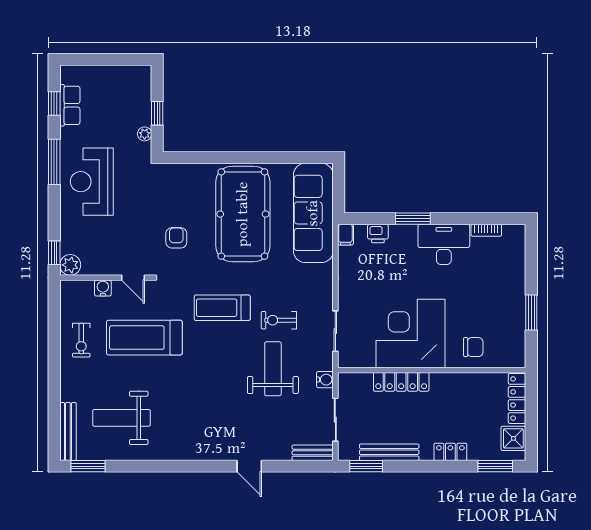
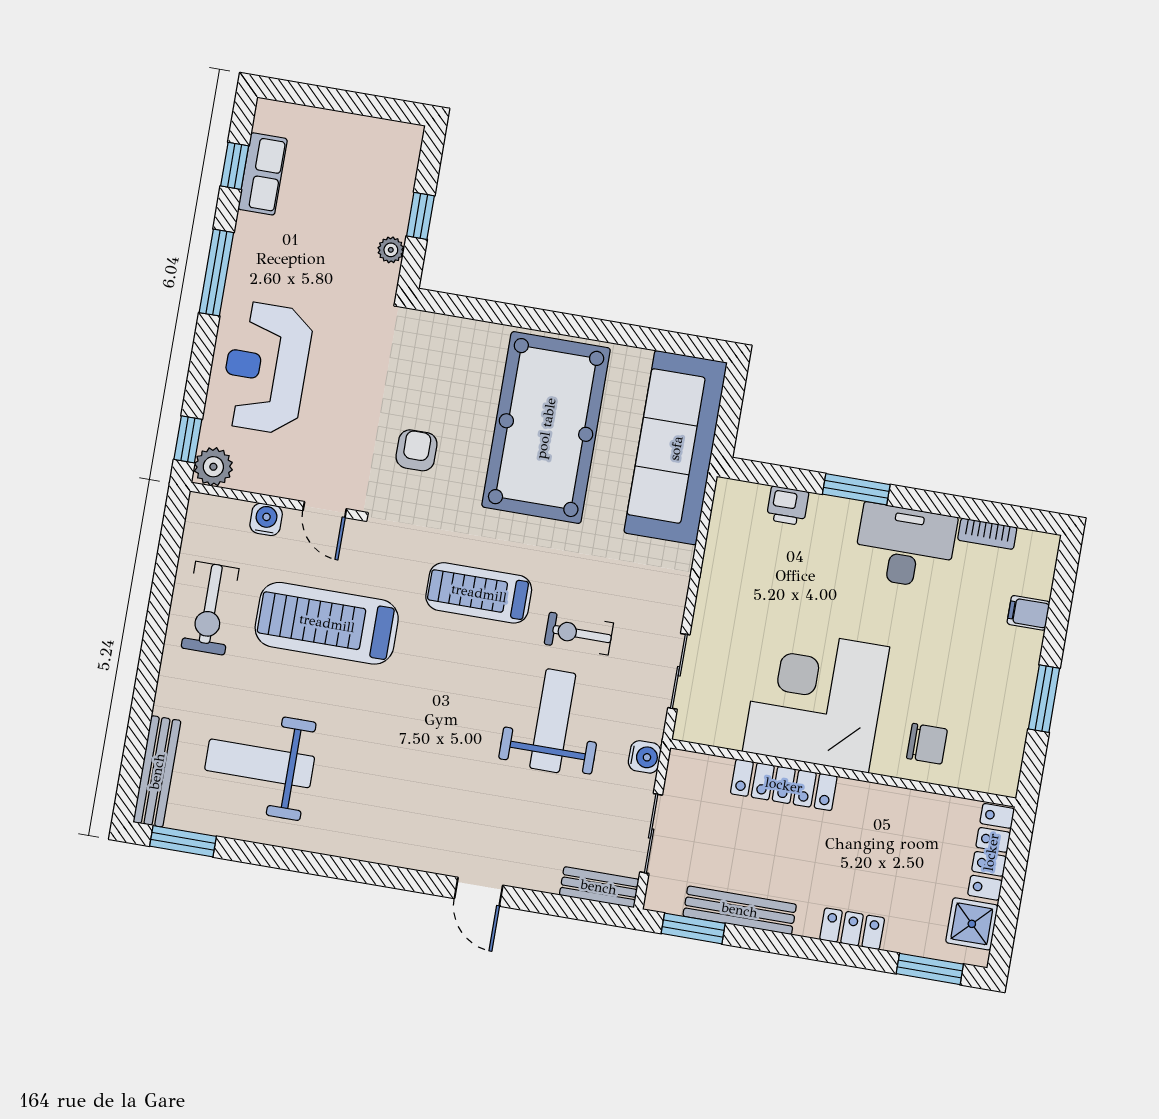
reception desk: (92, 182) -> (266, 368), moved
filing cabinet: (345, 235) -> (1028, 613), moved, turned 90
exercise bike: (81, 340) -> (210, 608), width x1.38, depth x1.39

